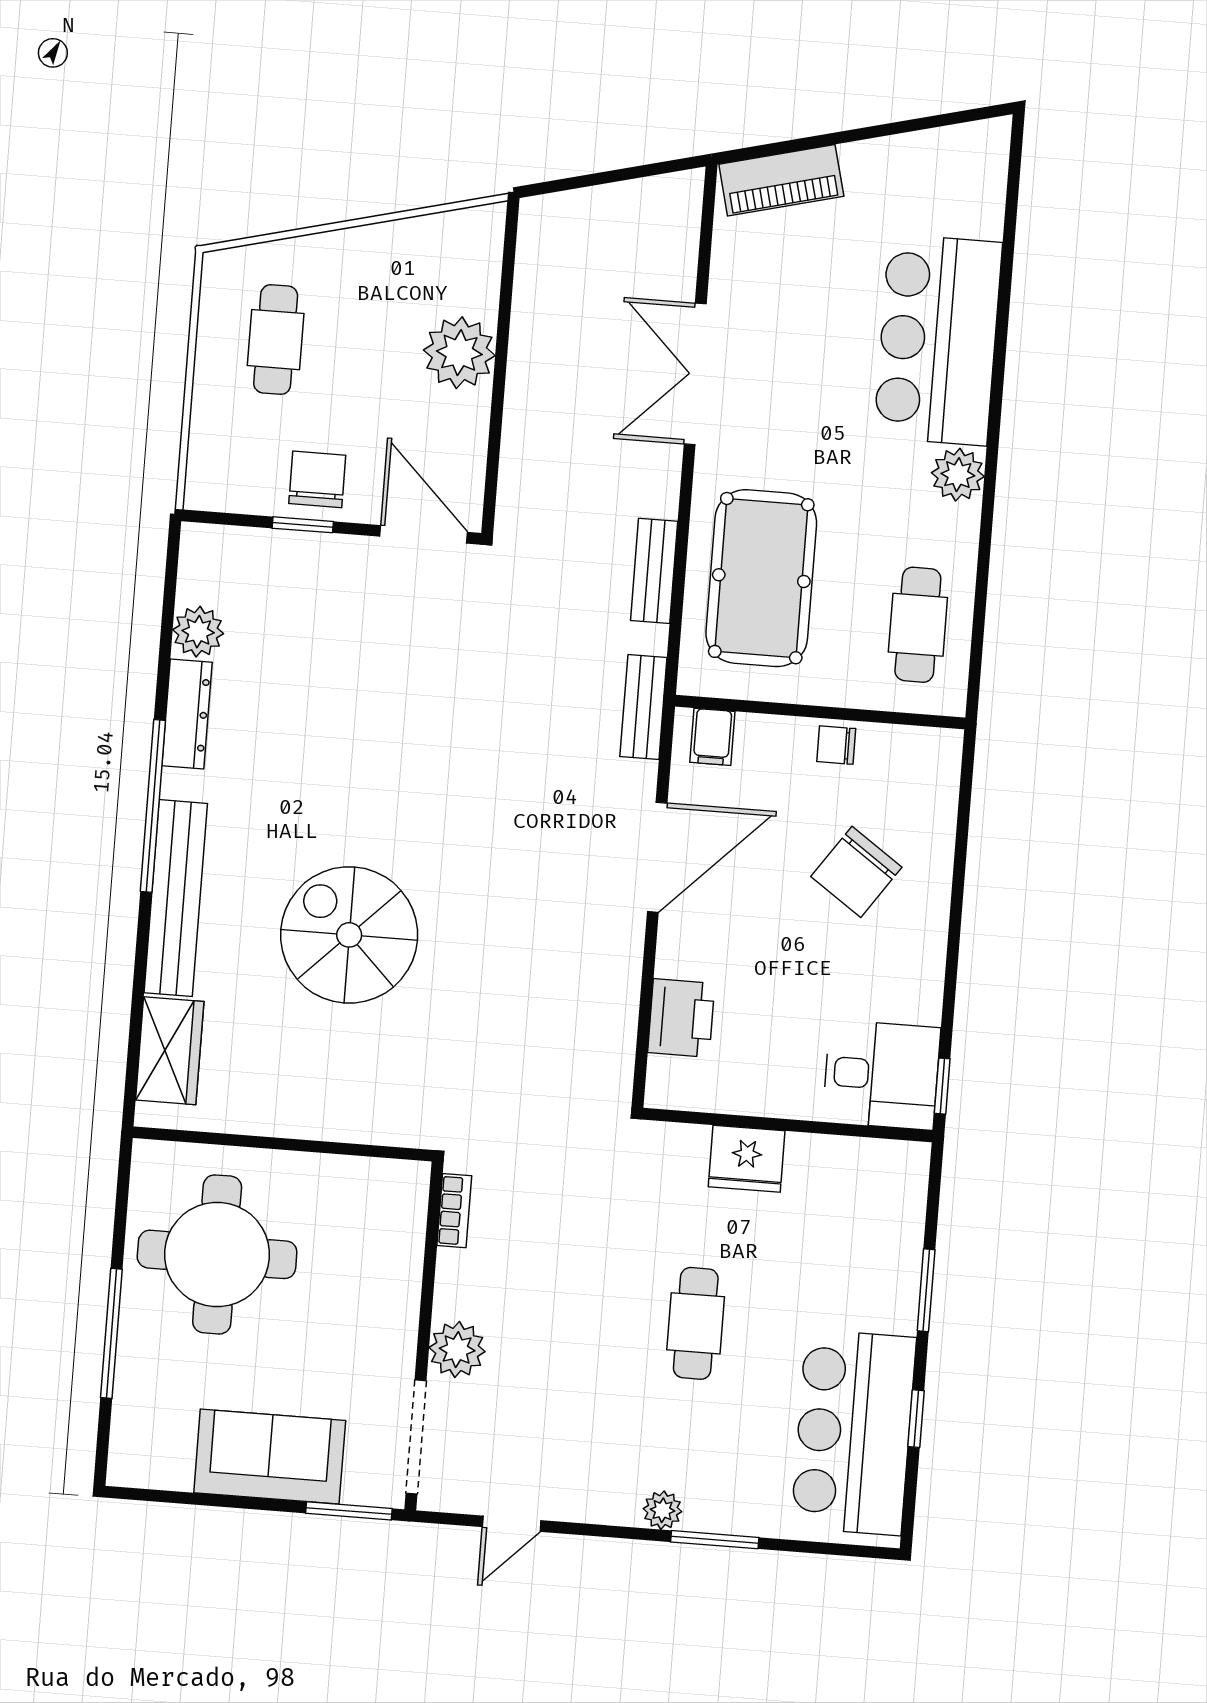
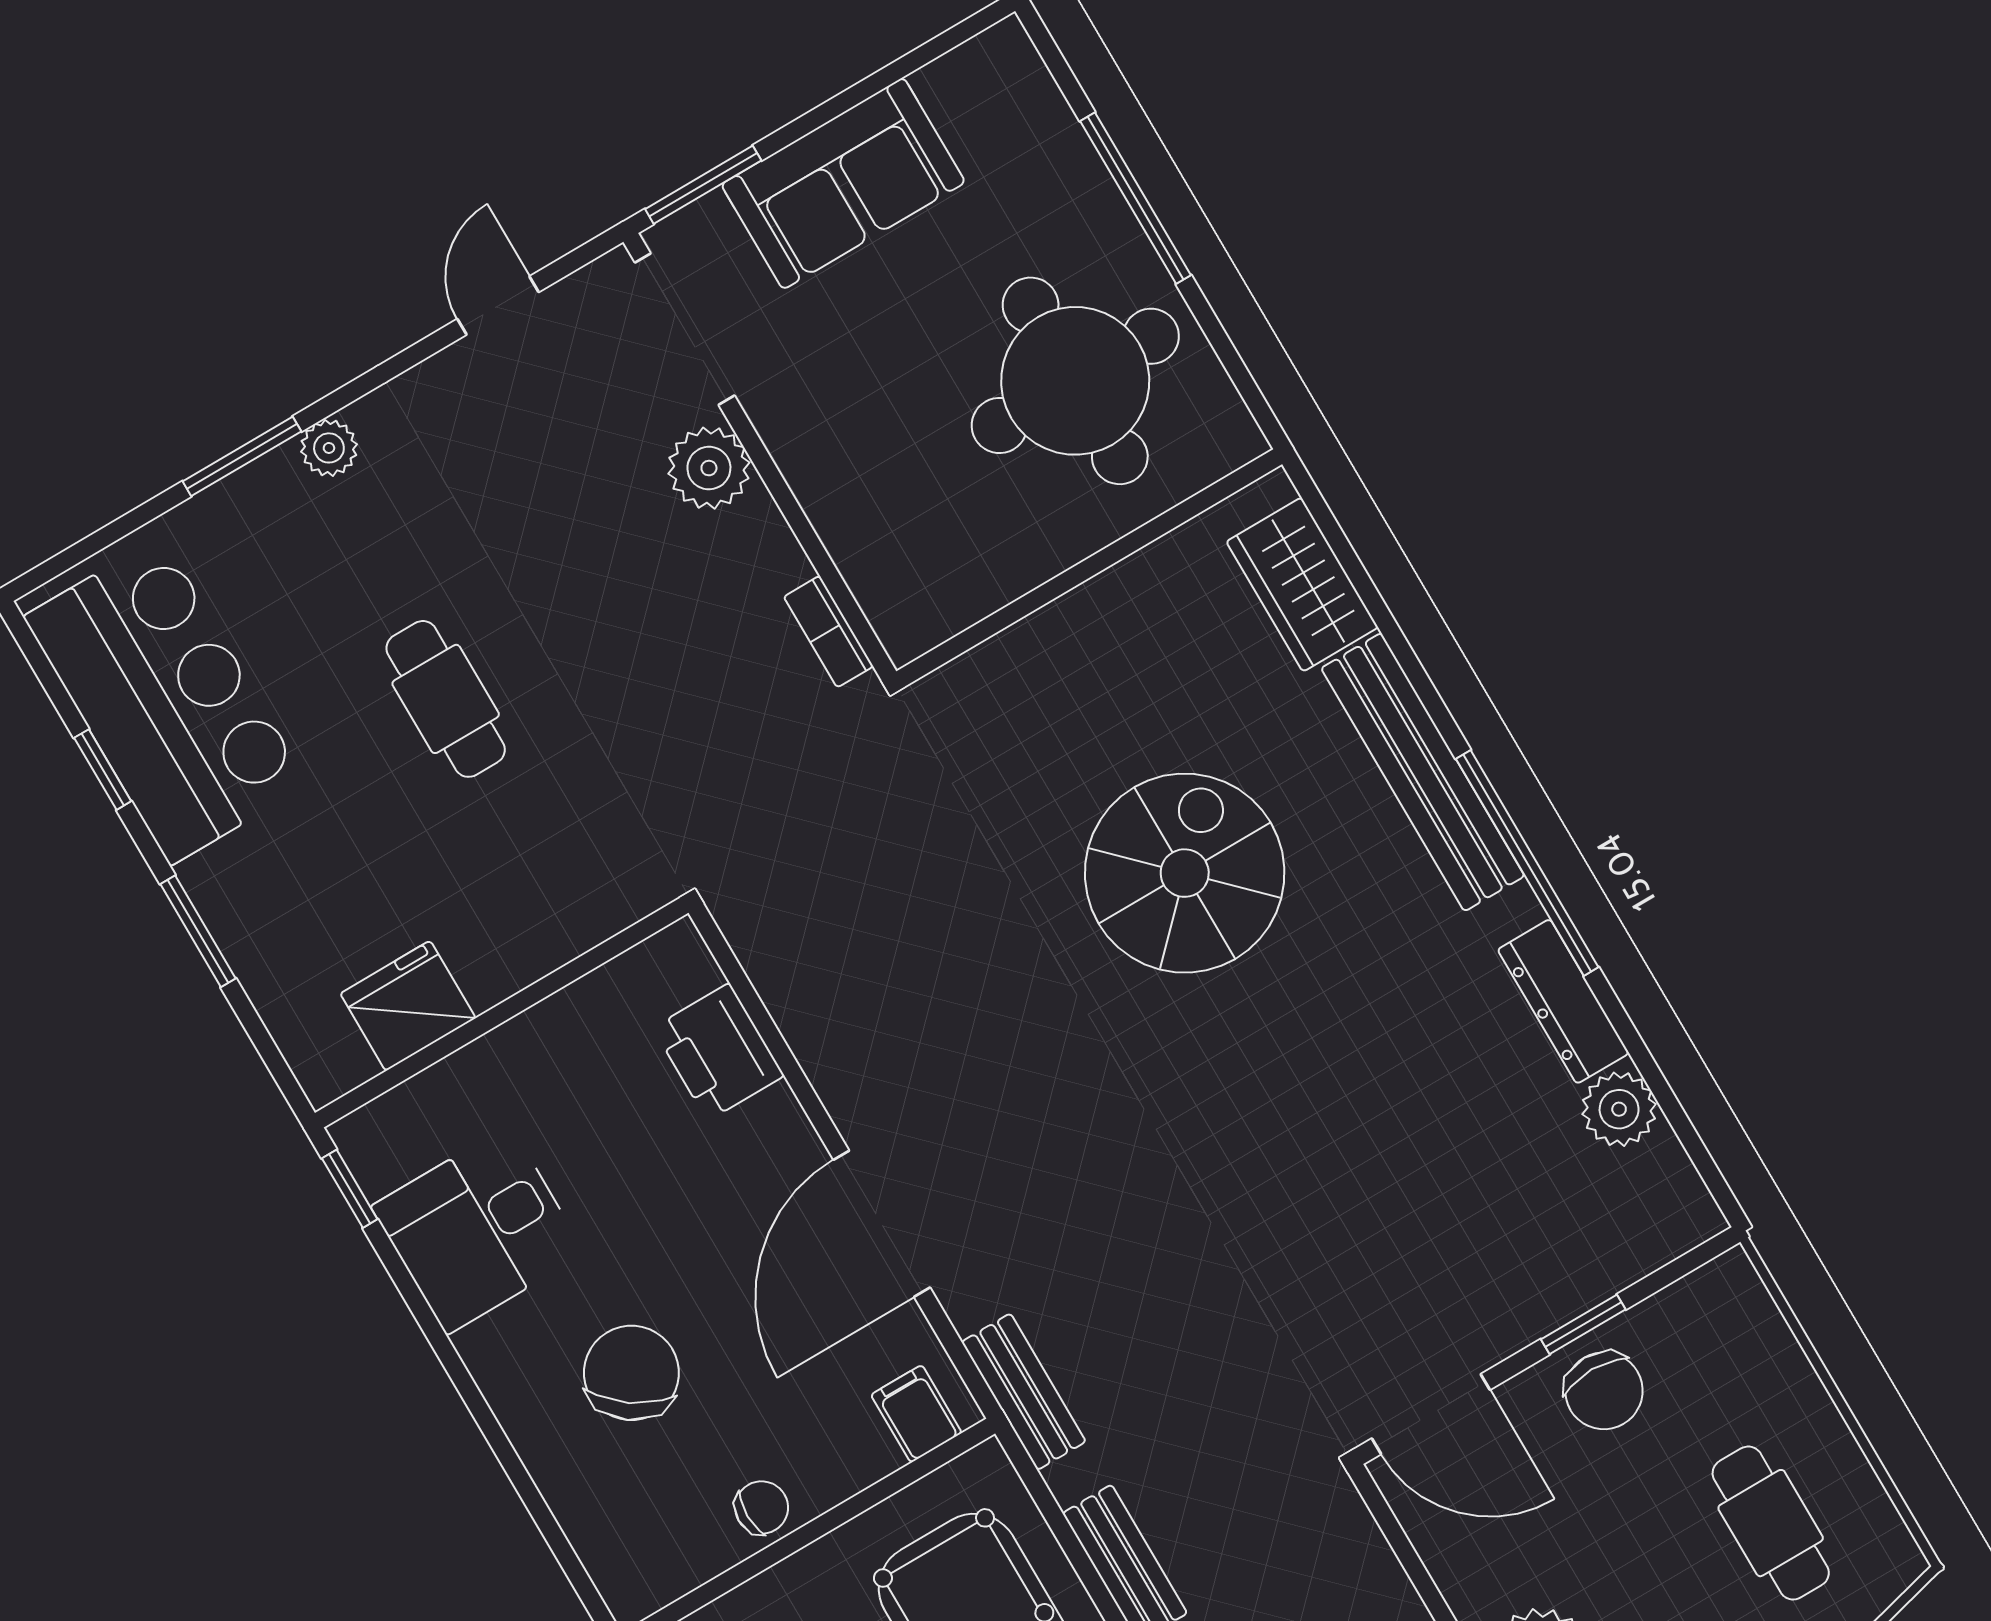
spiral stairs: (349, 935) -> (1185, 873), turned -90
desk: (881, 1075) -> (478, 1230), moved
fridge: (747, 1159) -> (408, 1006), moved

